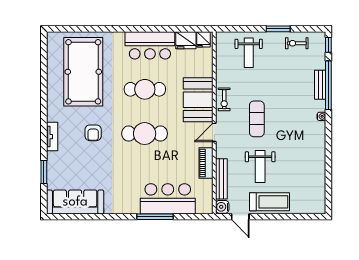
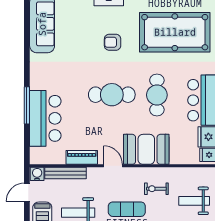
exercise bike: (224, 99) -> (156, 189), moved
cafe table: (145, 134) -> (112, 95), turned 90

